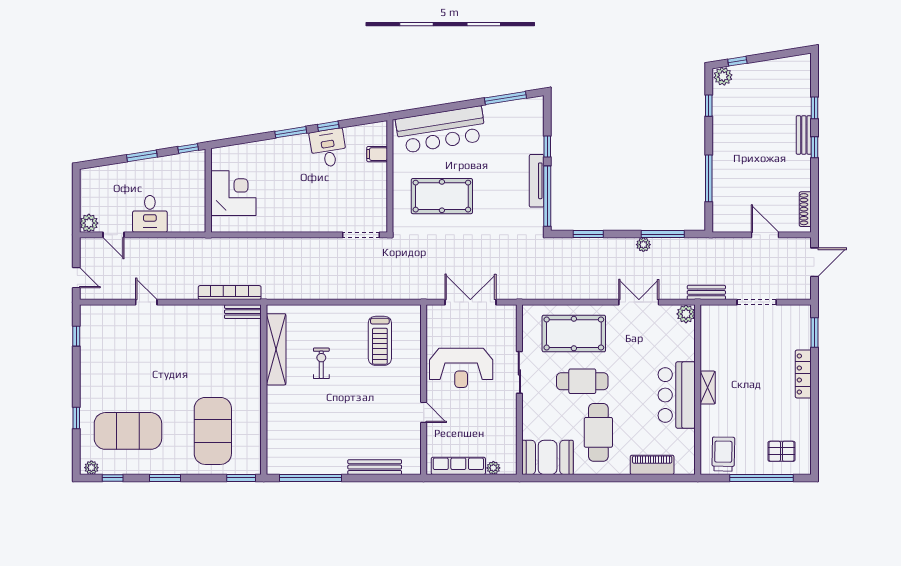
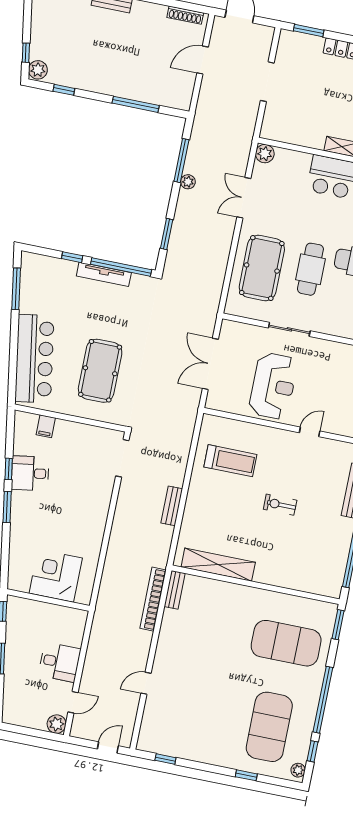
bench: (706, 292) -> (172, 506), moved
exercise bike: (321, 363) -> (280, 505), moved
window: (165, 478) -> (323, 700), width x2.11

